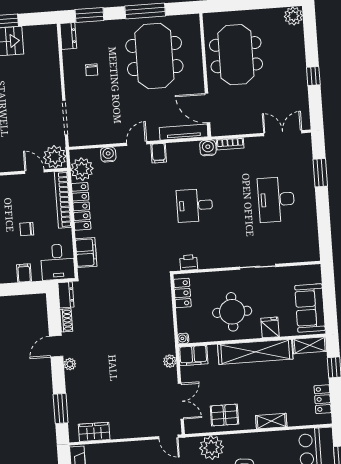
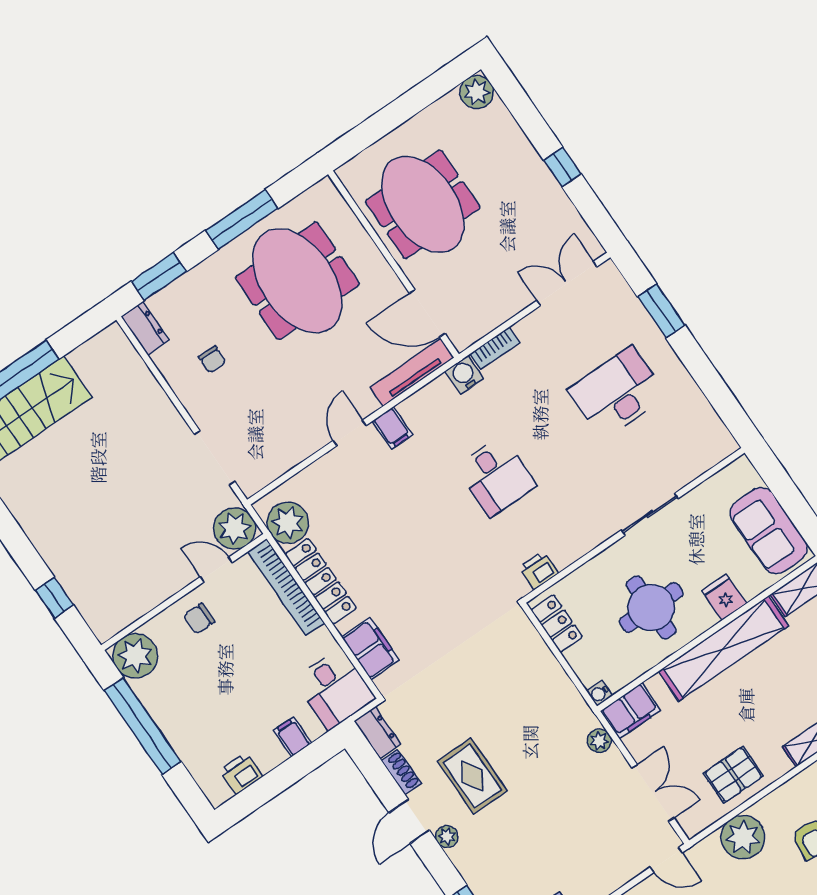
water cooler: (108, 155) -> (315, 476), removed
desk: (276, 200) -> (617, 393), turned 90
desk: (195, 205) -> (496, 476), turned -90
chair: (27, 229) -> (199, 619), moved
rug: (99, 342) -> (472, 776), added

